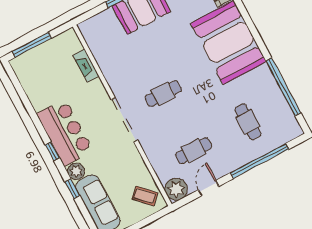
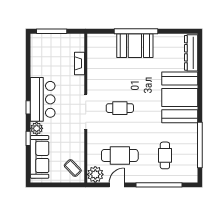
cafe table: (194, 151) -> (120, 155), width x1.37, depth x1.35

